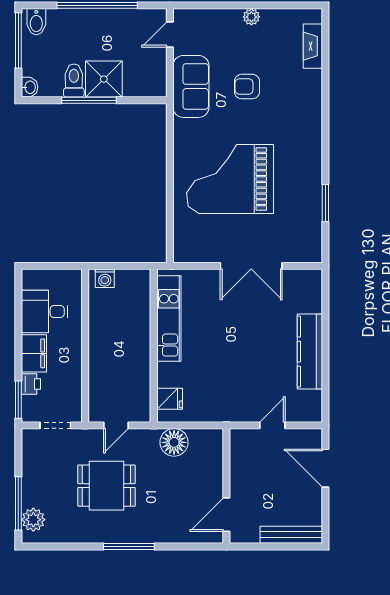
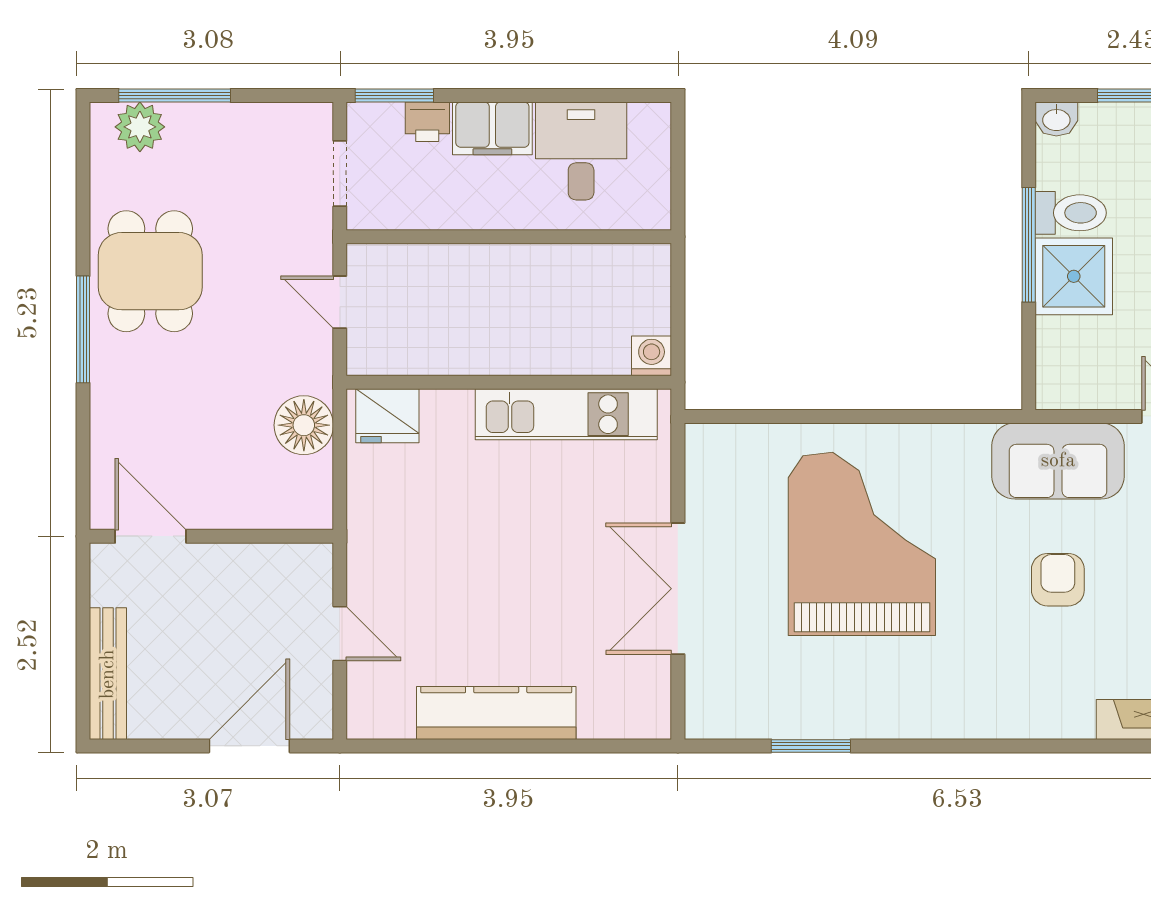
washing machine: (105, 278) -> (652, 356), moved, turned 90
fridge: (170, 399) -> (387, 416), width x1.38
dining table: (106, 486) -> (150, 271), moved

